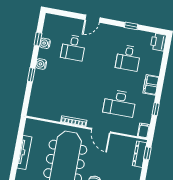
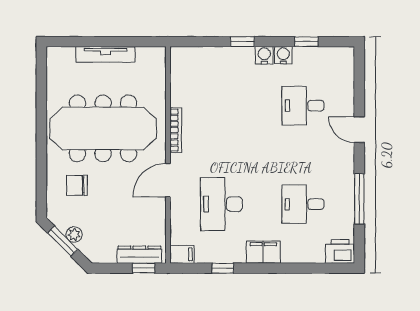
window: (131, 26) -> (359, 199), width x2.17
water cooler: (45, 43) -> (283, 55), moved

